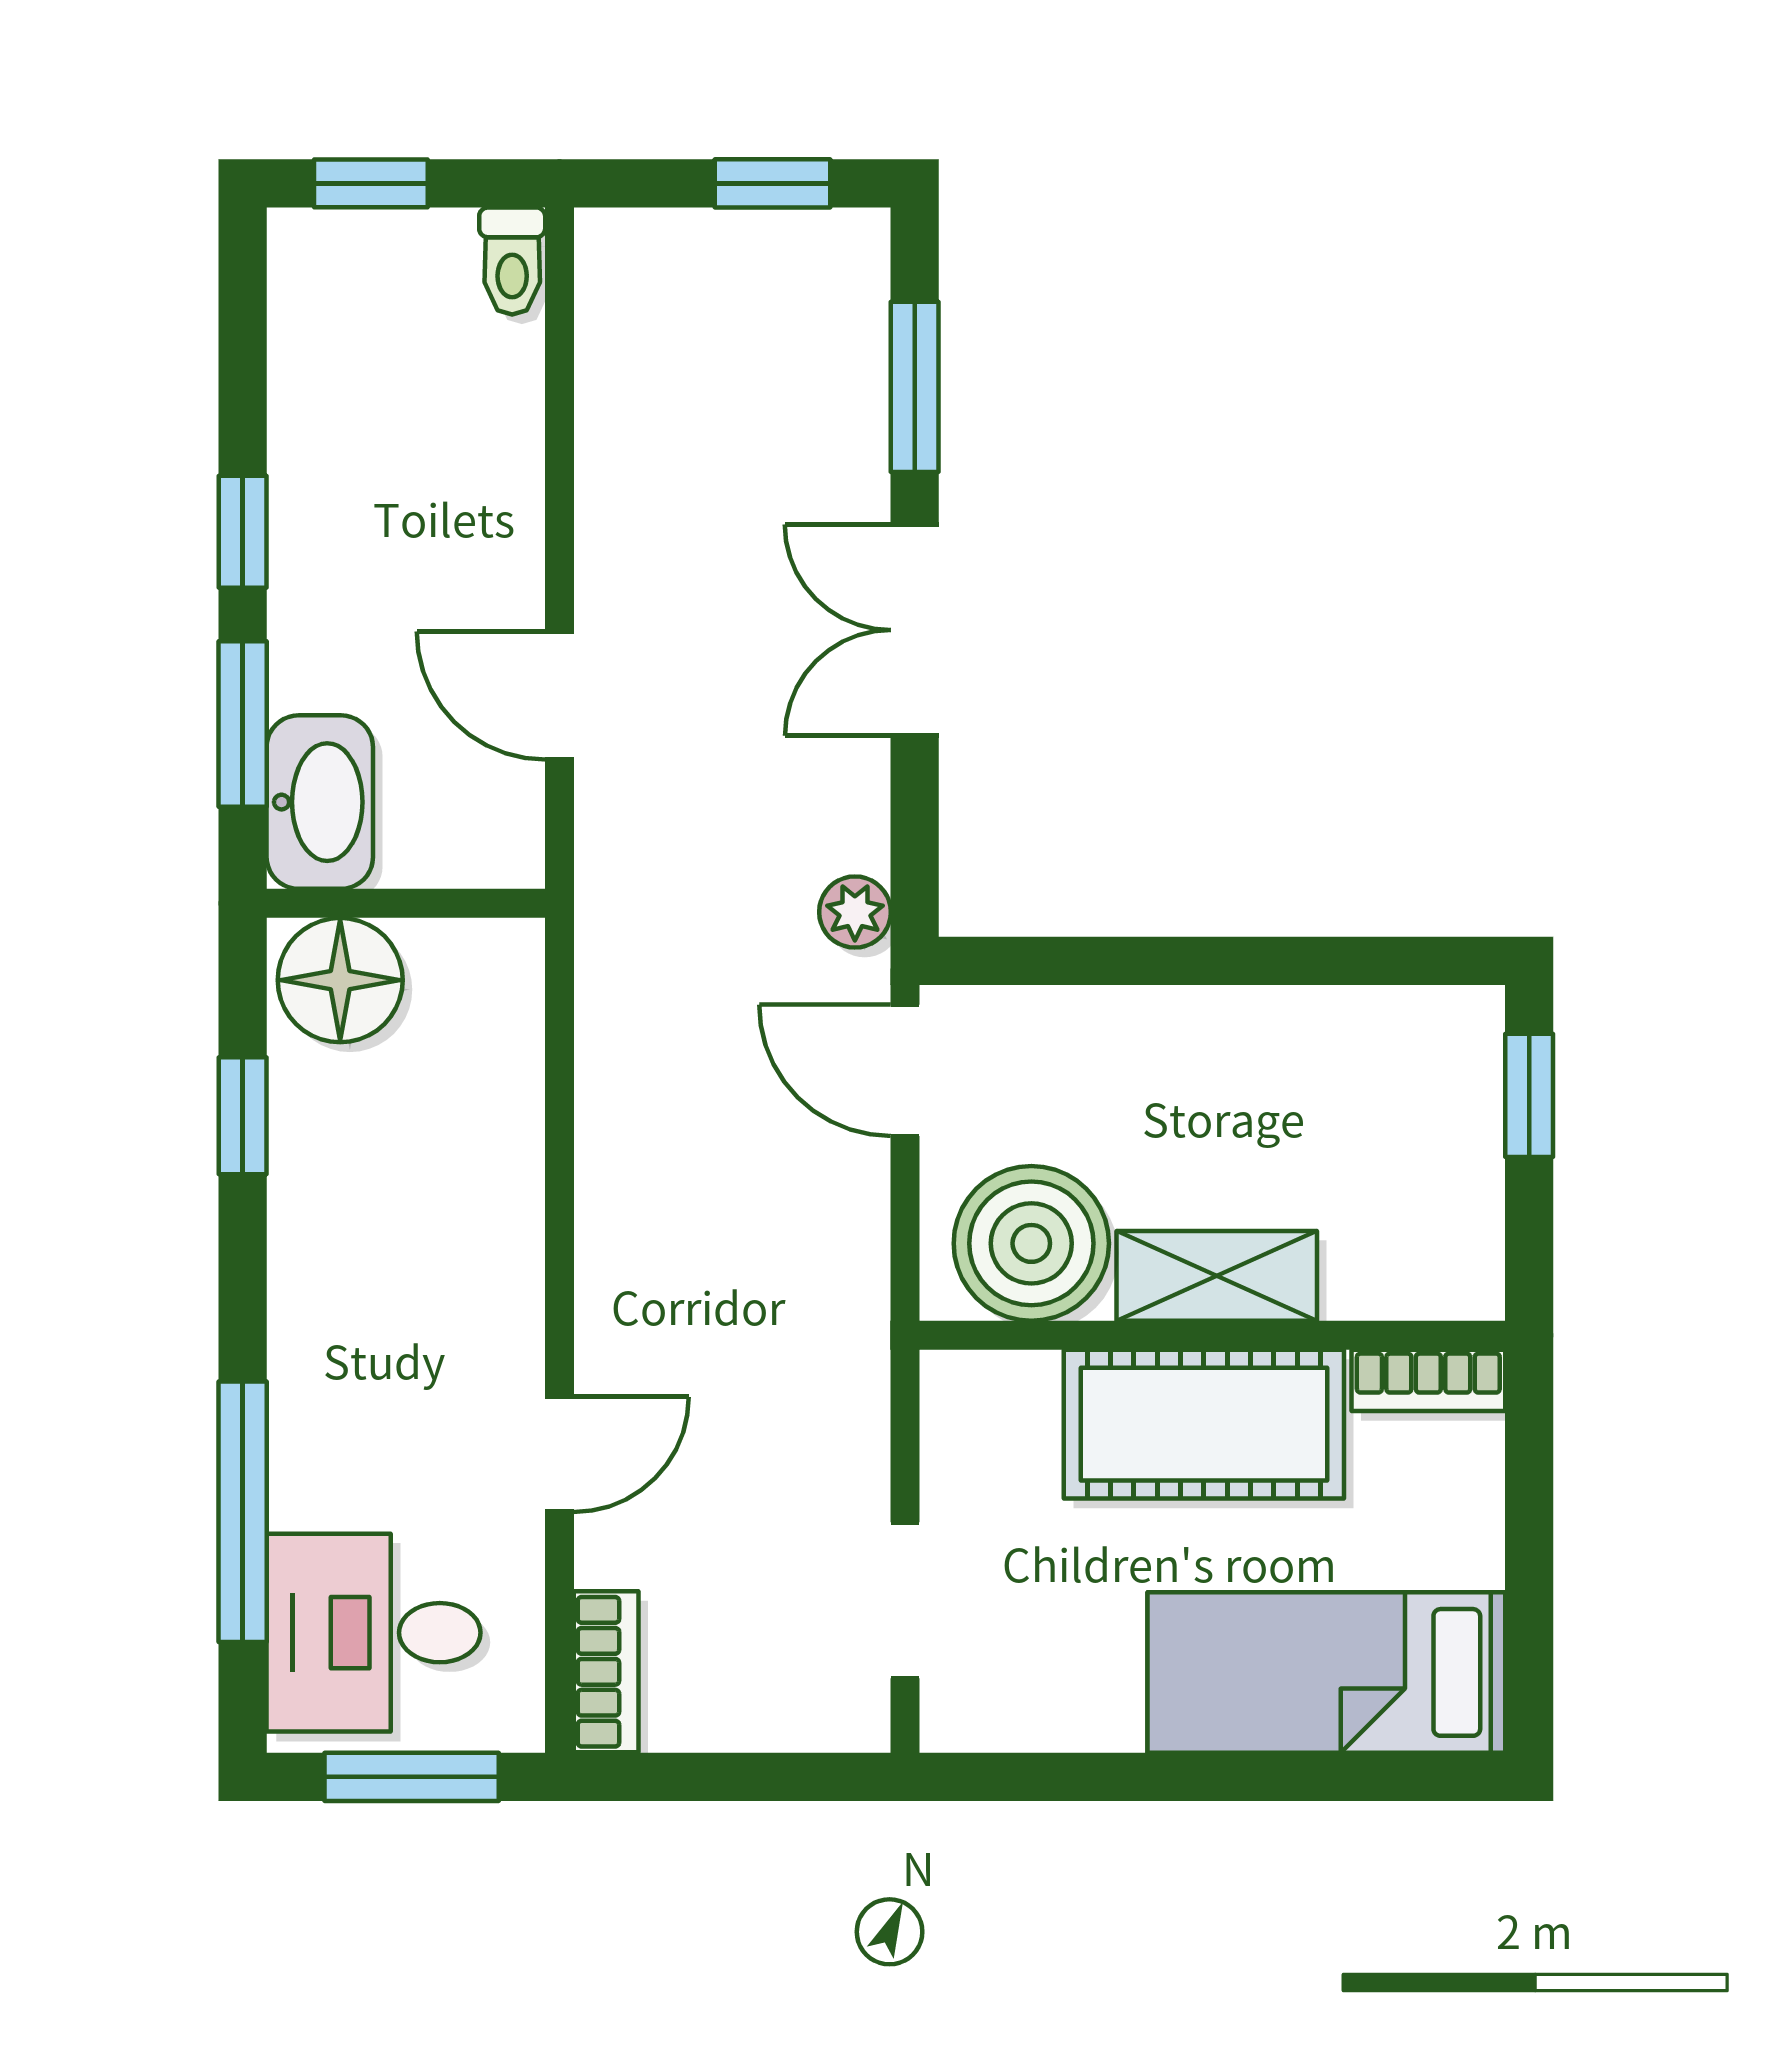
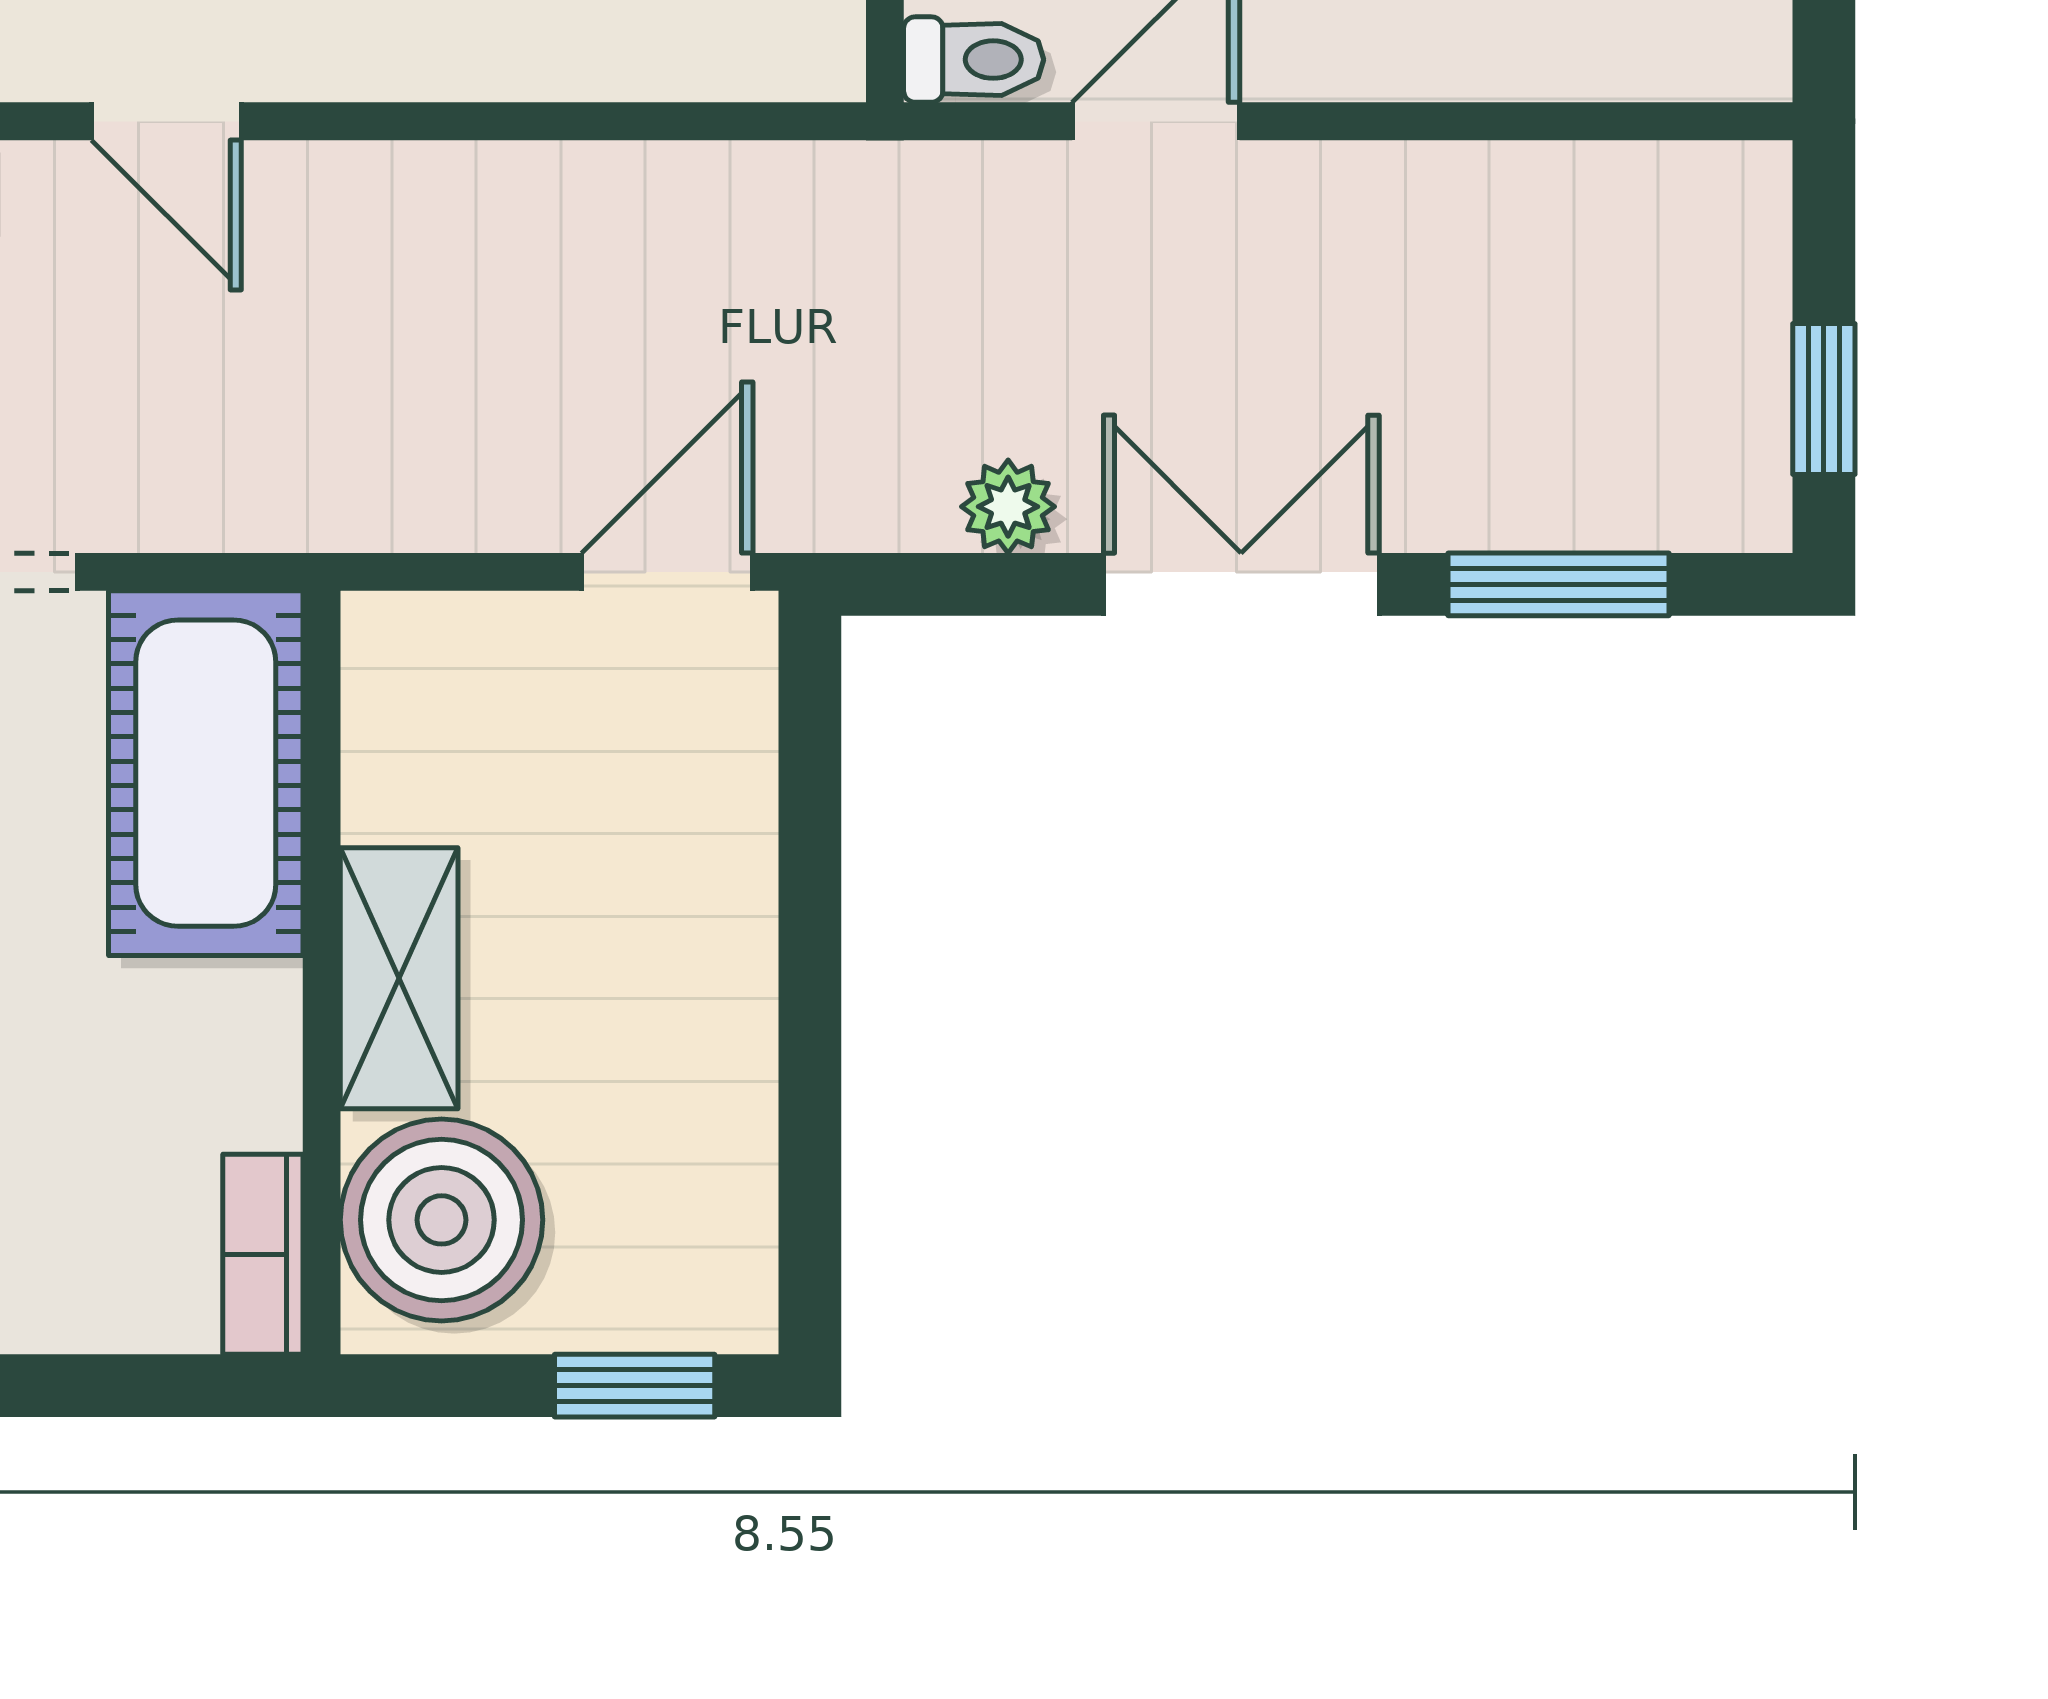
toilet: (512, 261) -> (974, 60), moved, turned 180
plant: (855, 912) -> (1008, 507), moved
boiler: (1031, 1243) -> (442, 1220), moved
cot: (1204, 1424) -> (206, 773), moved

